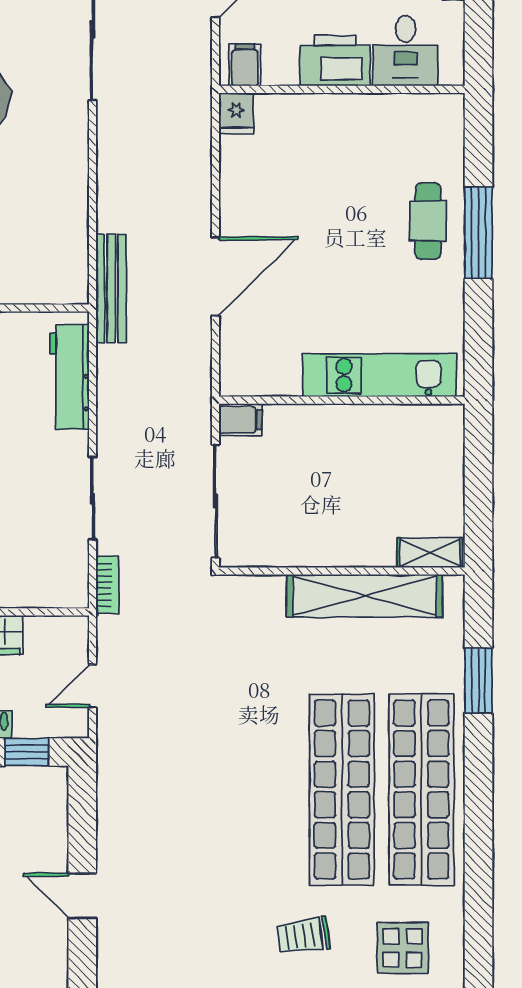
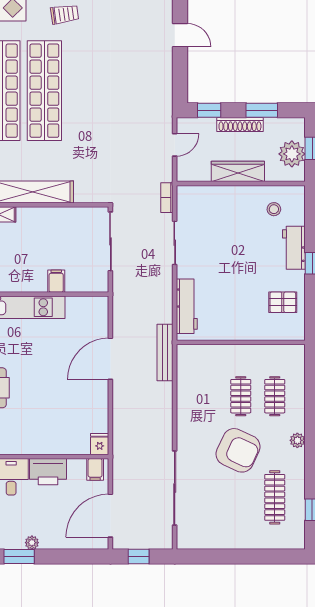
filing cabinet: (240, 420) -> (56, 281), moved, turned 90

